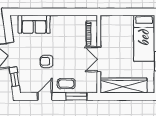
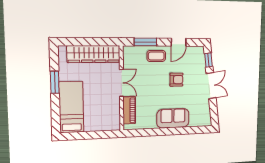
sofa: (34, 24) -> (173, 118), moved

